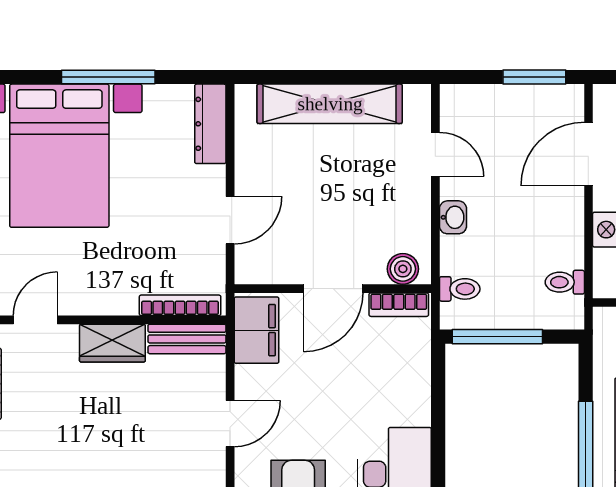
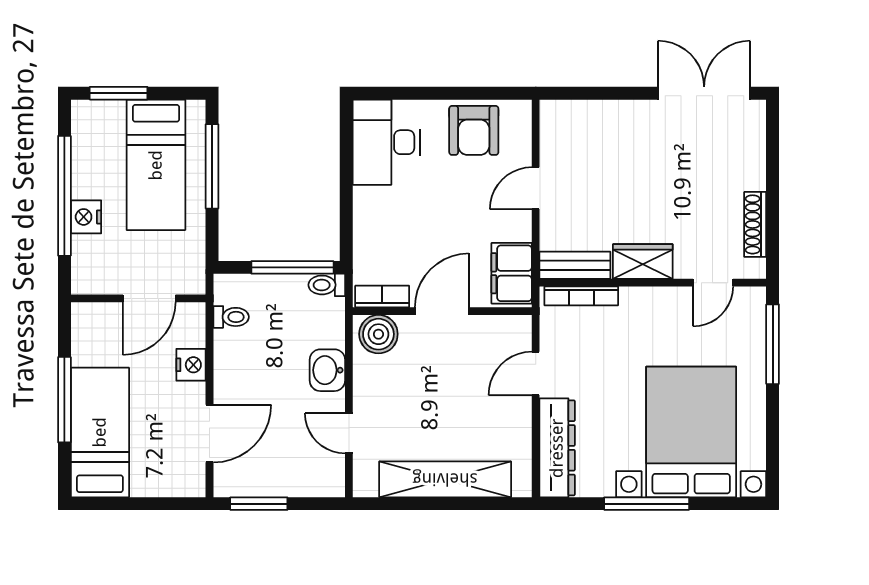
dresser: (210, 124) -> (557, 448), width x1.37, depth x1.24
washbasin: (453, 217) -> (327, 370), width x1.38, depth x1.45
boiler: (403, 269) -> (378, 334), width x1.36, depth x1.36
toilet: (460, 289) -> (327, 285), moved

